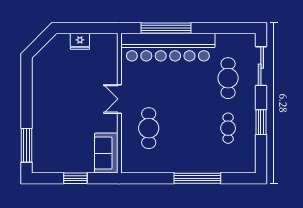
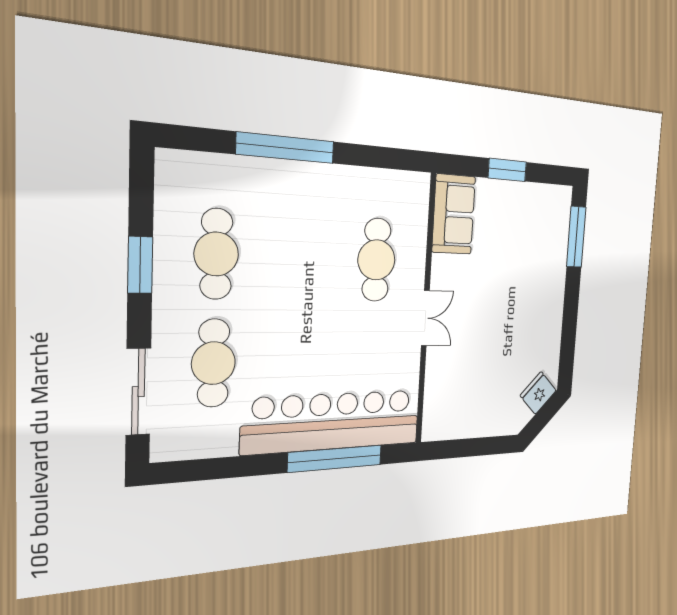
fridge: (80, 41) -> (538, 393), moved, turned -45
cafe table: (228, 128) -> (216, 254), width x1.37, depth x1.35

